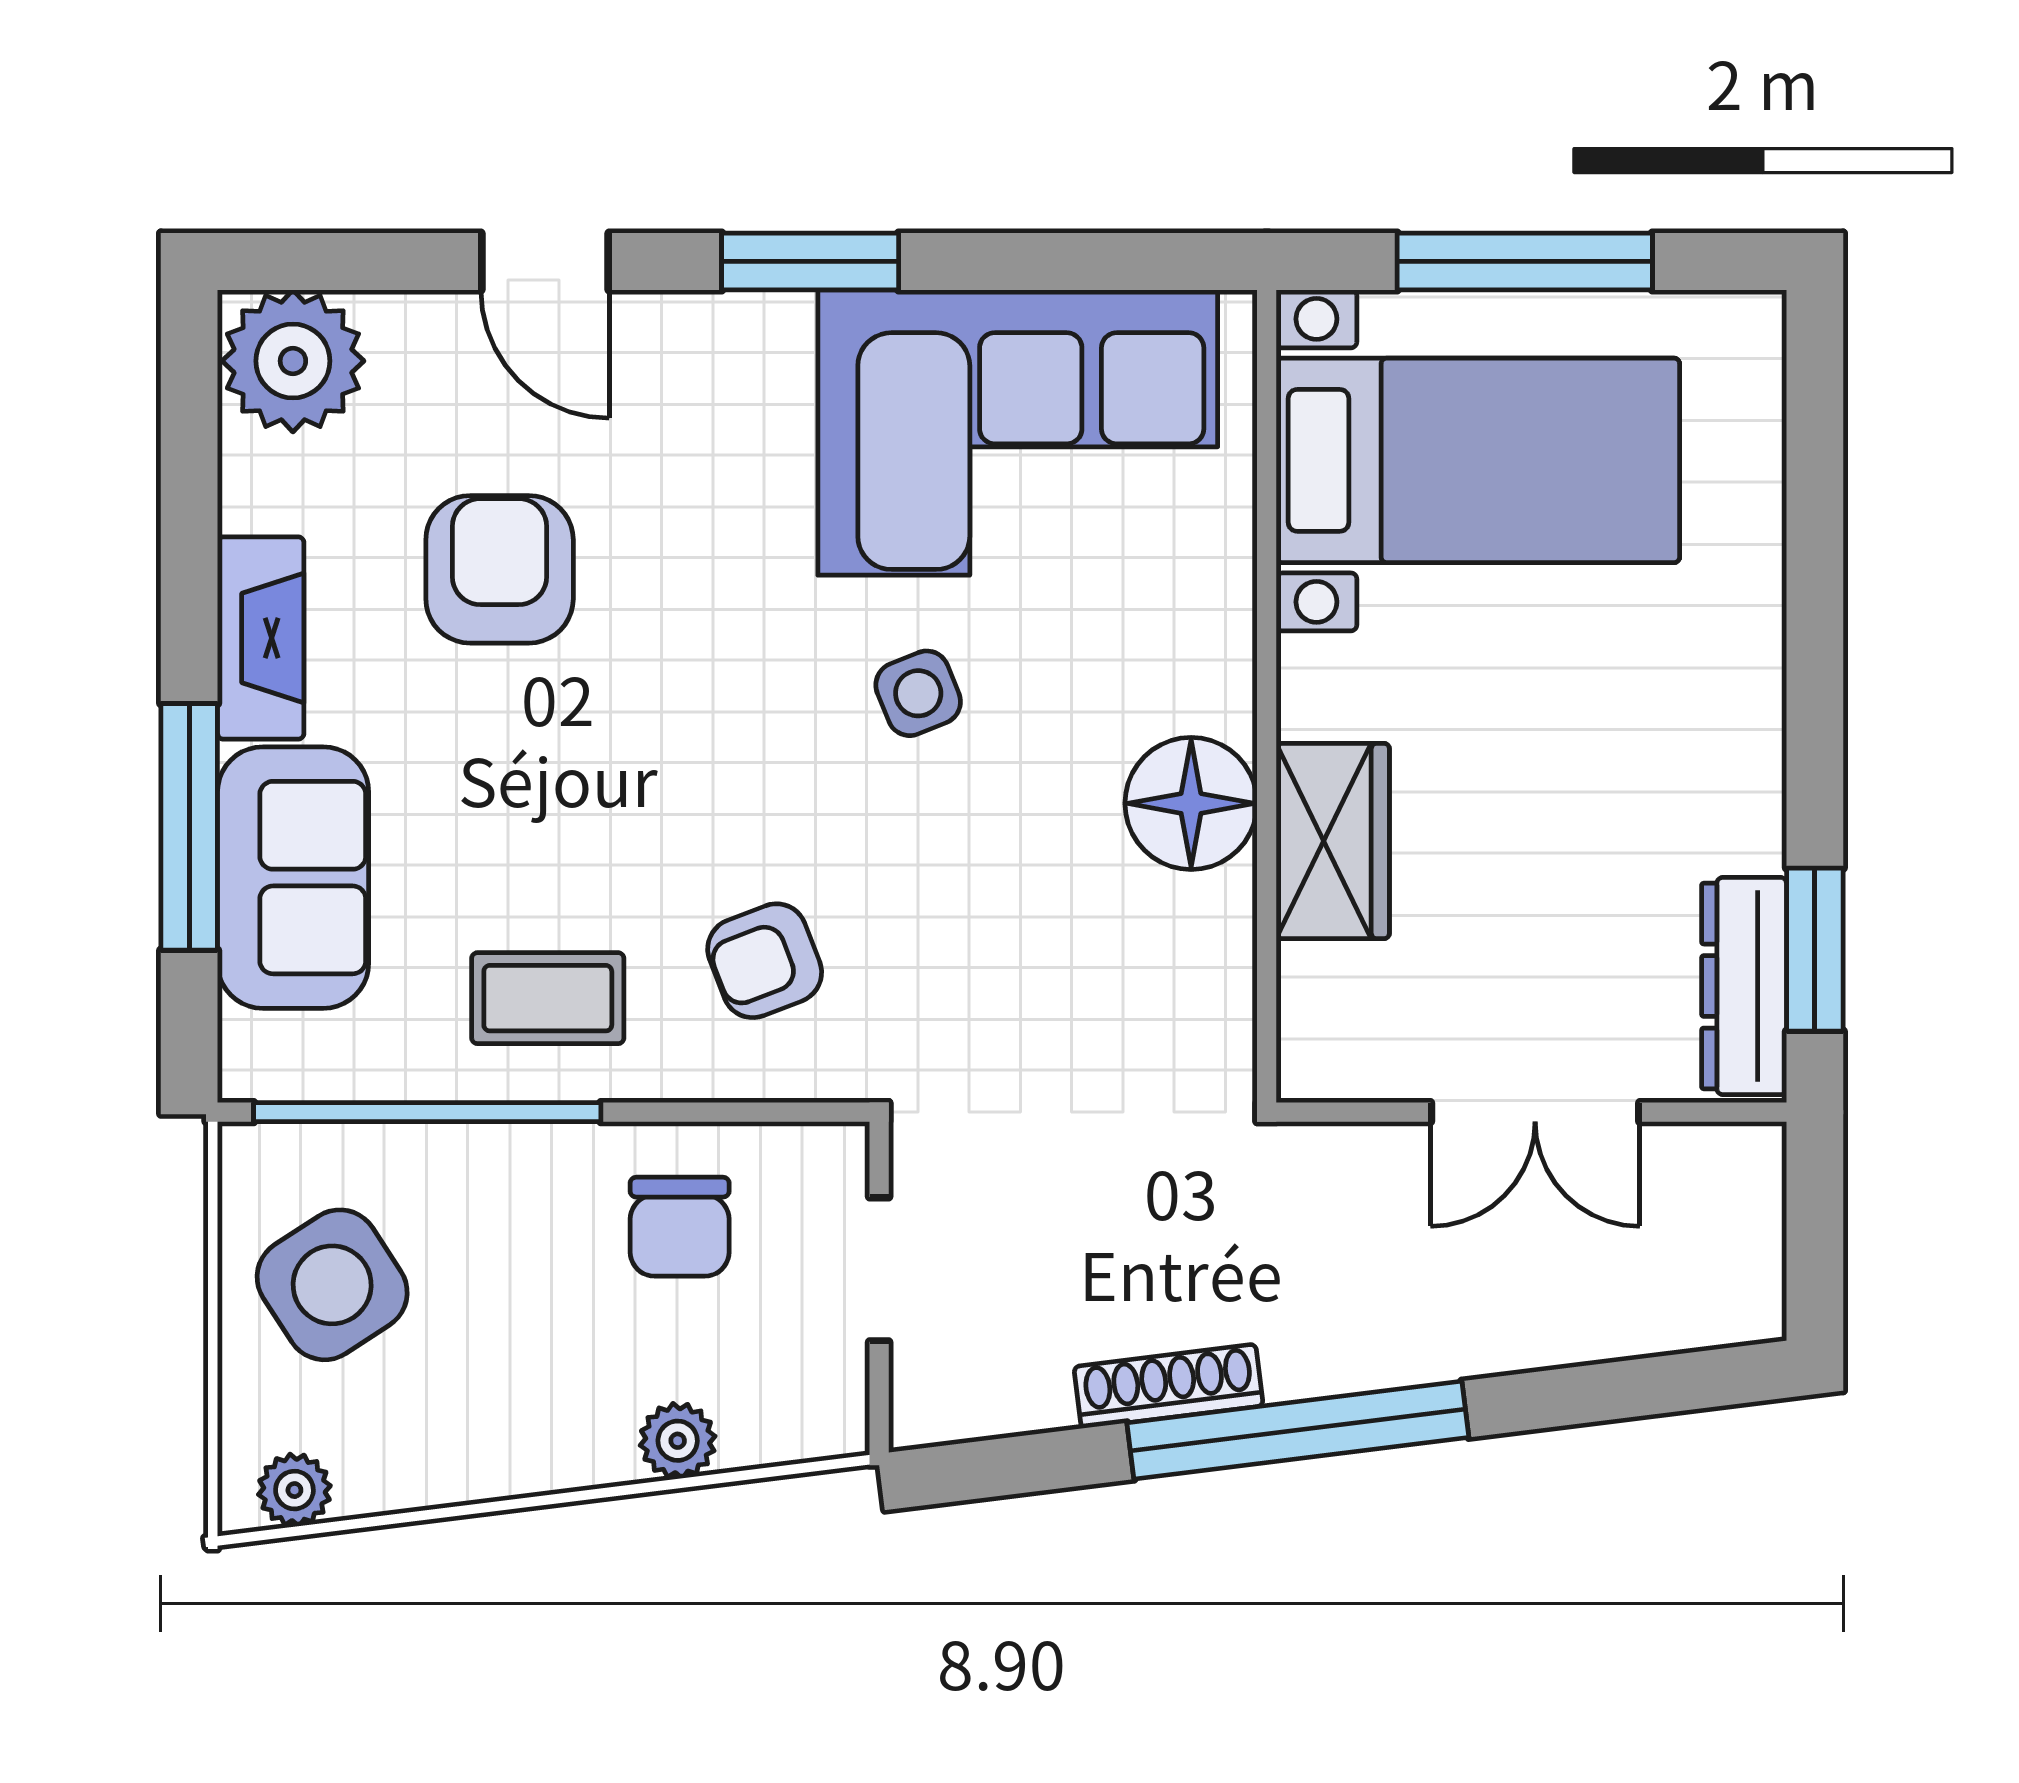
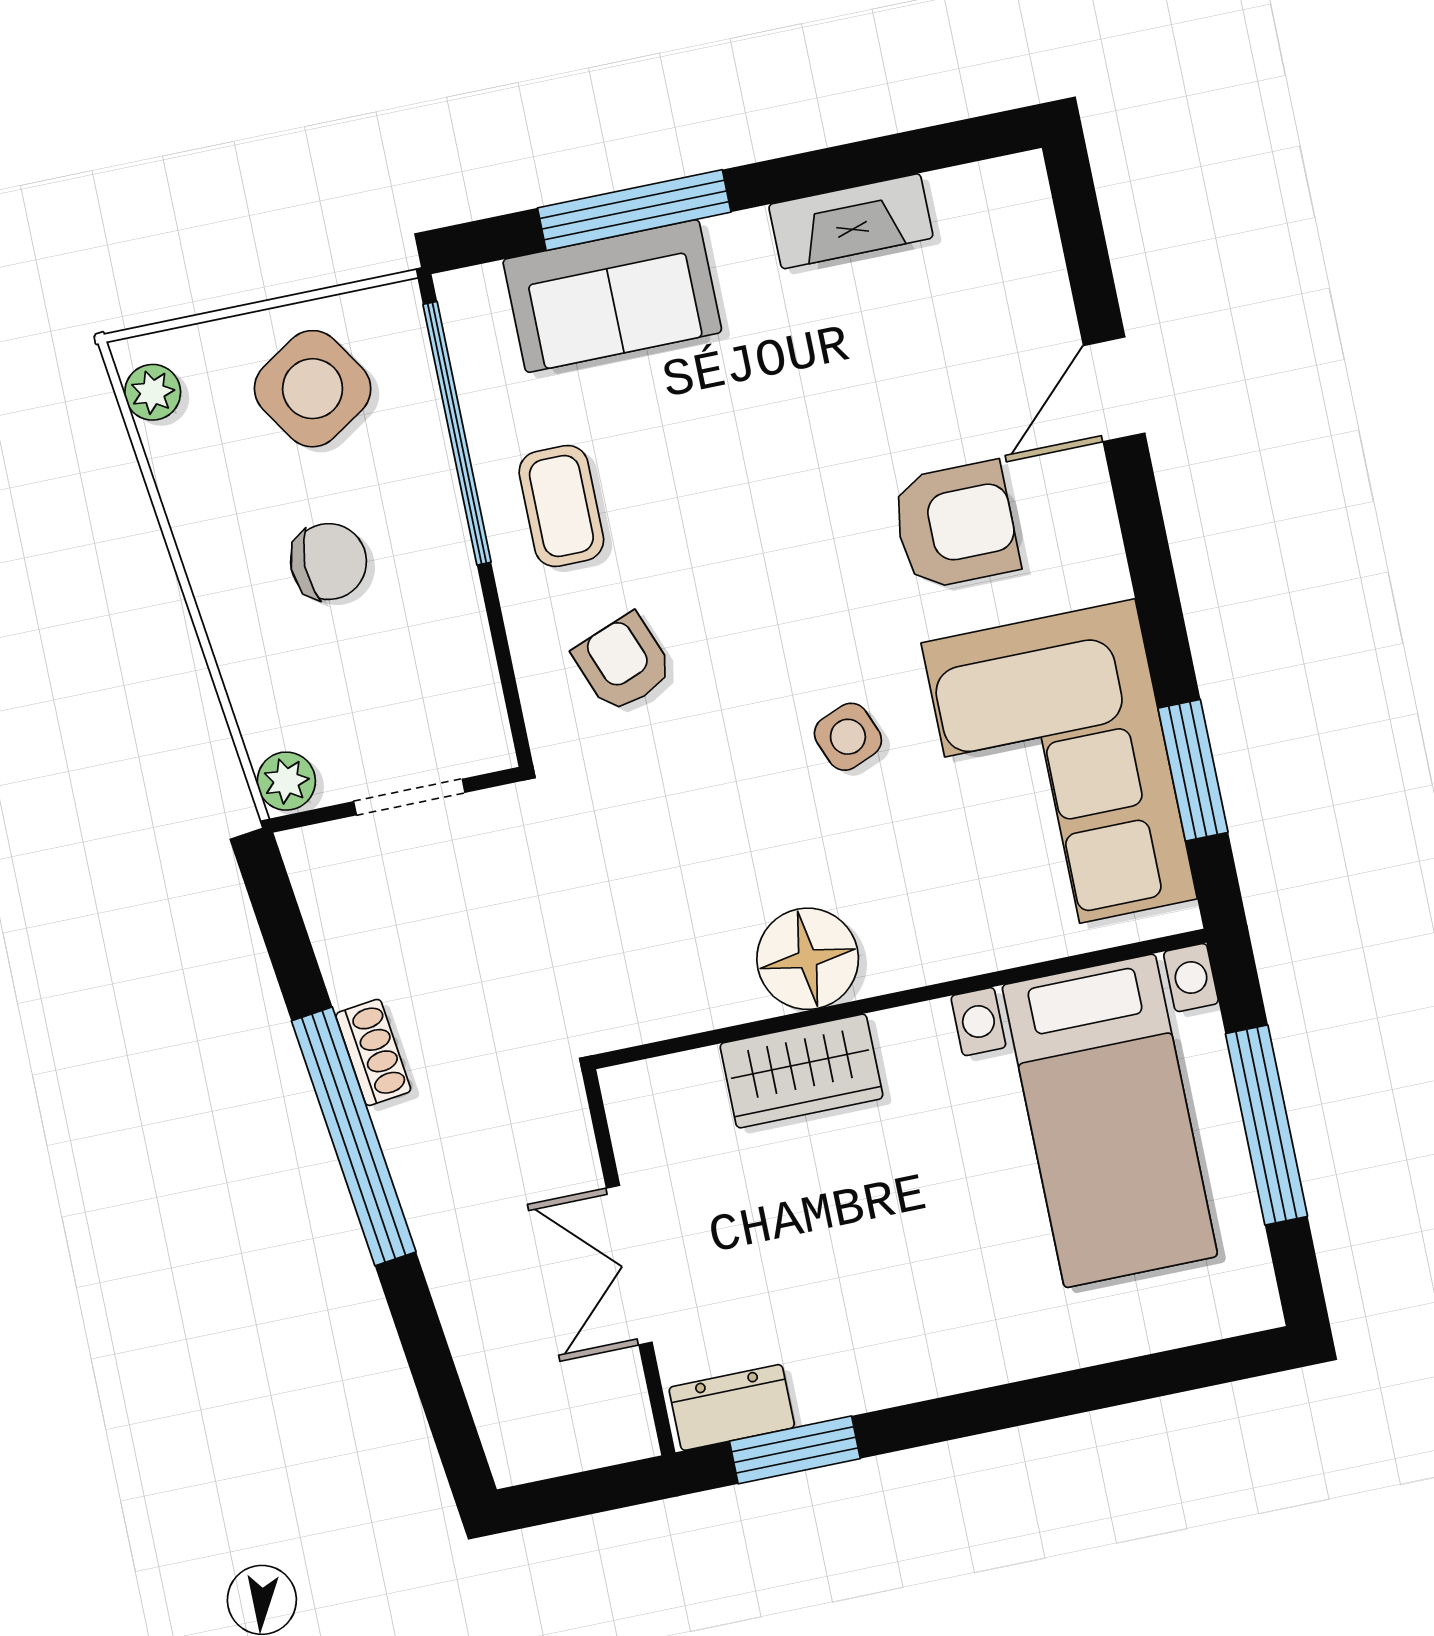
window: (810, 261) -> (1193, 770), moved
plant: (293, 361) -> (1000, 216), removed
armchair: (500, 569) -> (955, 525), moved
fireplace: (261, 638) -> (851, 221), moved
dresser: (1744, 986) -> (732, 1407), width x0.70
chair: (680, 1227) -> (329, 562), moved, turned 180
shoe rack: (1169, 1386) -> (373, 1052), width x0.70
plant: (678, 1441) -> (286, 781), moved

